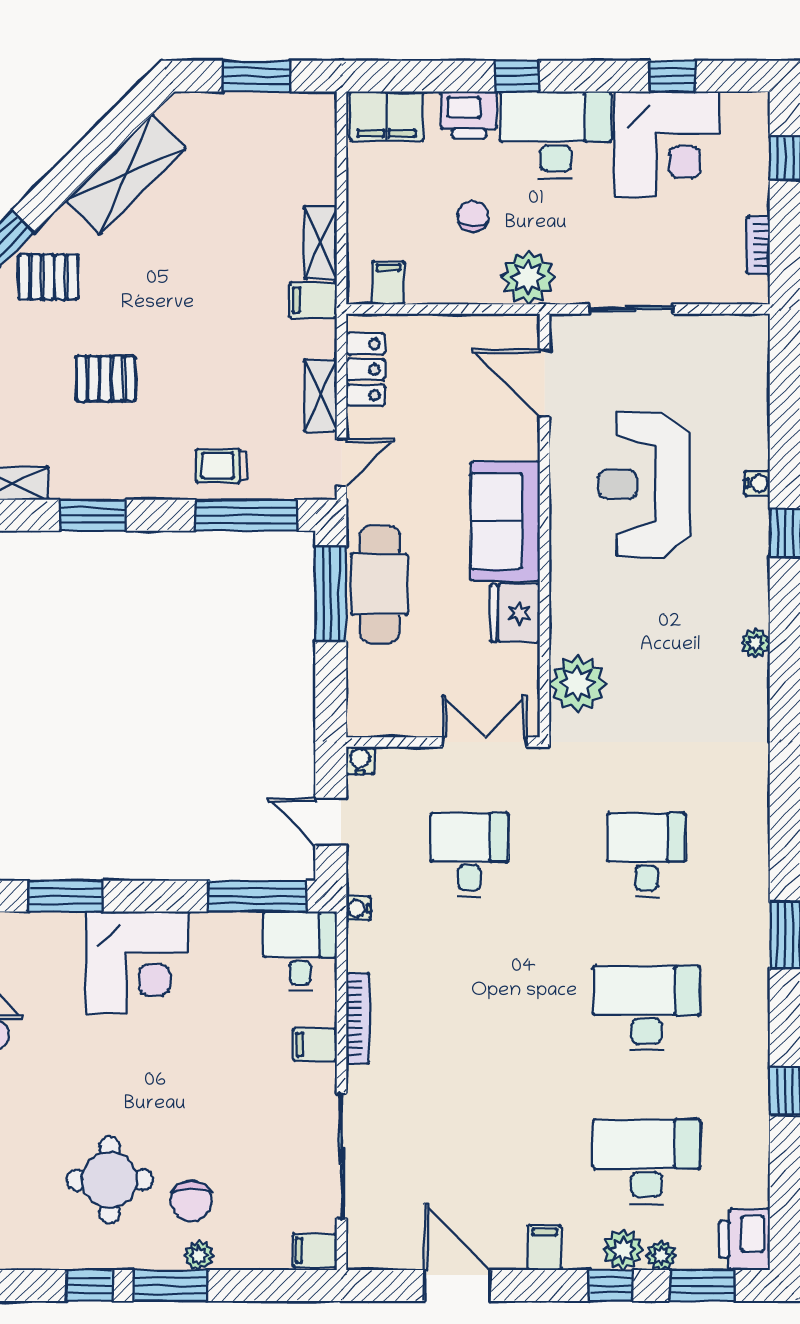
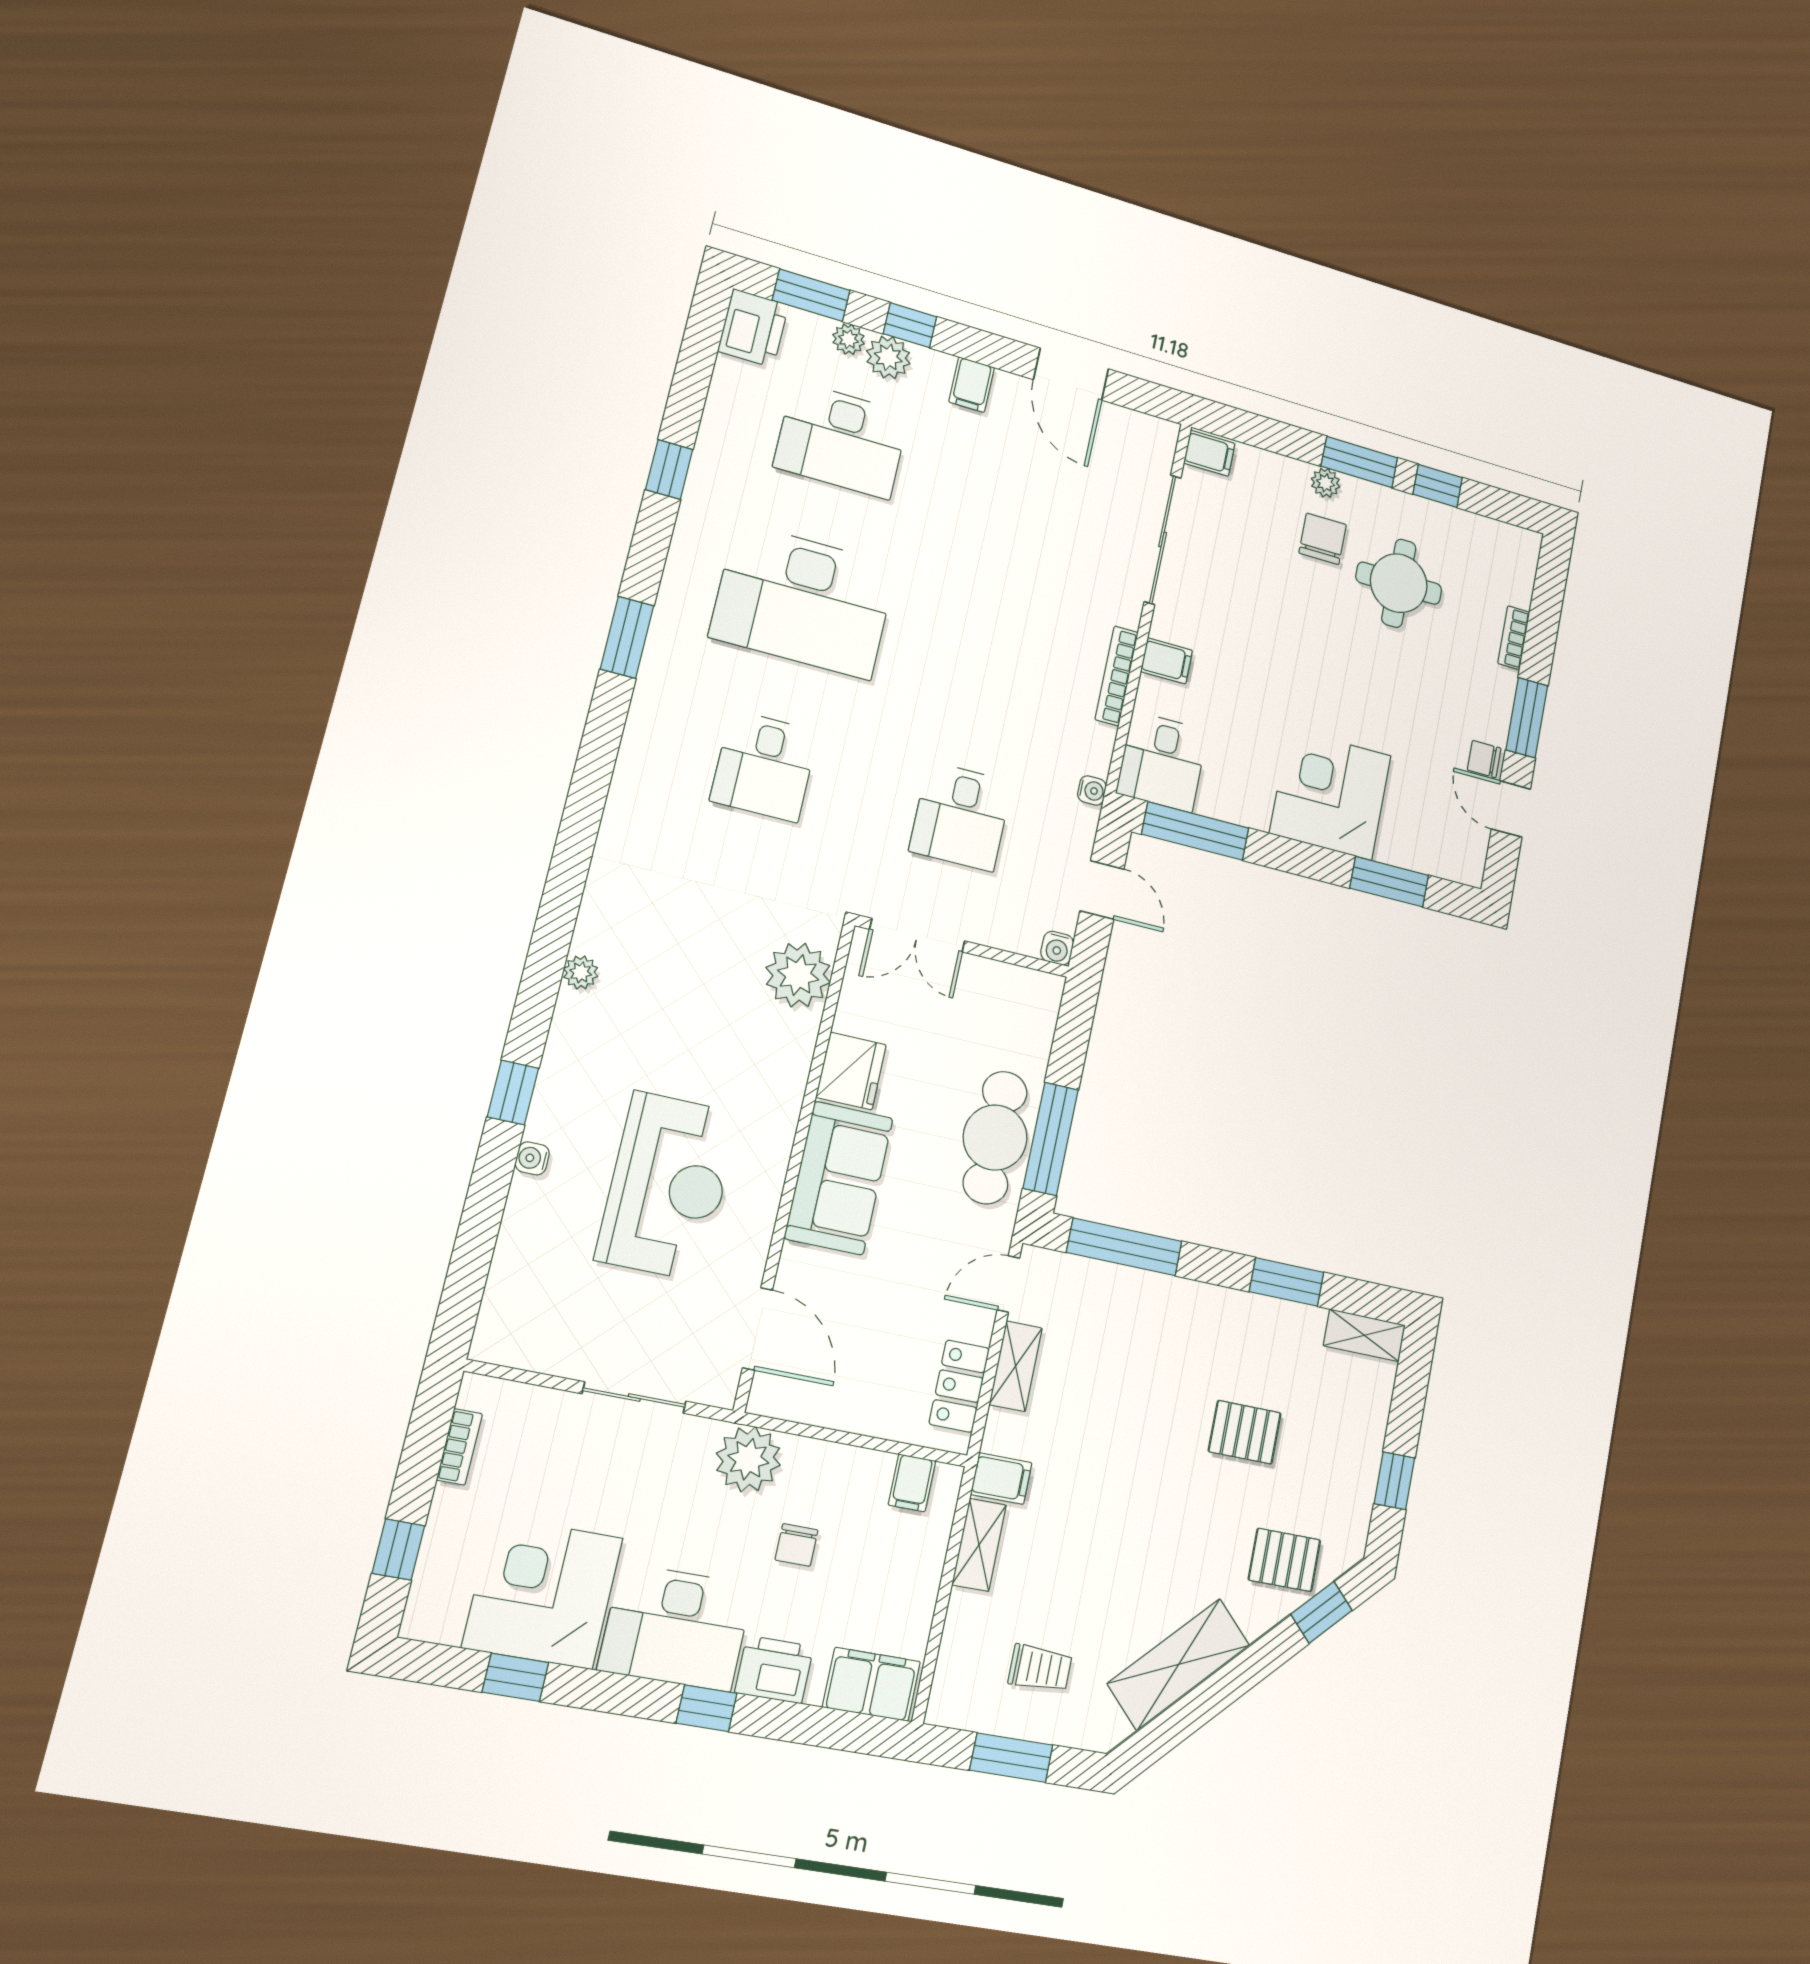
trolley: (221, 466) -> (1040, 1668), moved
desk: (647, 1008) -> (803, 601), width x1.36, depth x1.30

